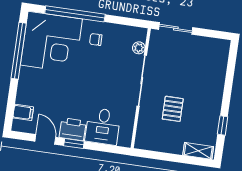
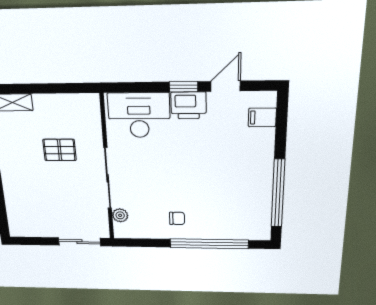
corner desk: (51, 42) -> (235, 209), removed
pallet: (173, 109) -> (60, 150), turned 90
desk: (103, 126) -> (139, 115), width x1.37
door: (45, 139) -> (226, 86), swing flipped

